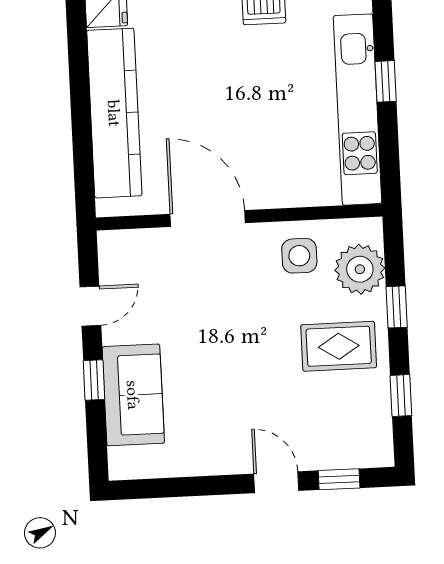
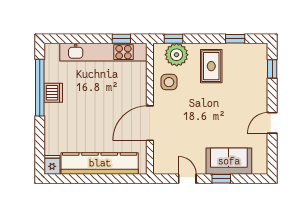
window: (386, 81) -> (121, 39), moved
window: (397, 307) -> (174, 39), moved
door: (276, 482) -> (272, 123), moved

